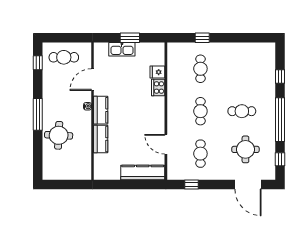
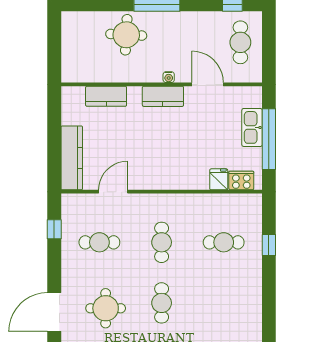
window: (130, 38) -> (269, 139), width x2.11
cooker: (158, 87) -> (241, 181), moved
cafe table: (200, 111) -> (162, 242), turned 90
kitchen counter: (101, 139) -> (106, 96), moved

